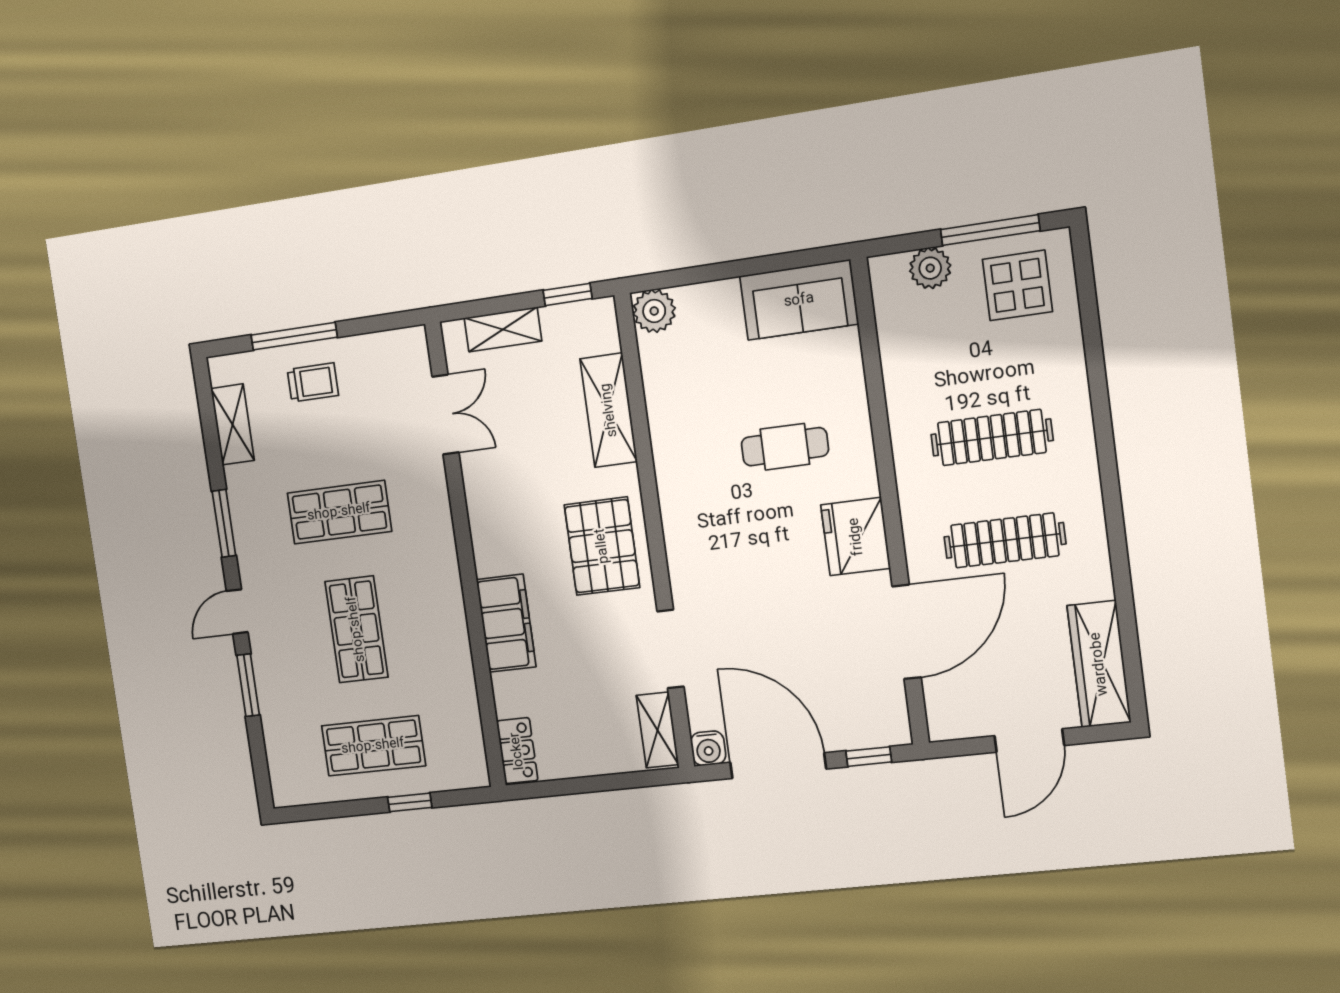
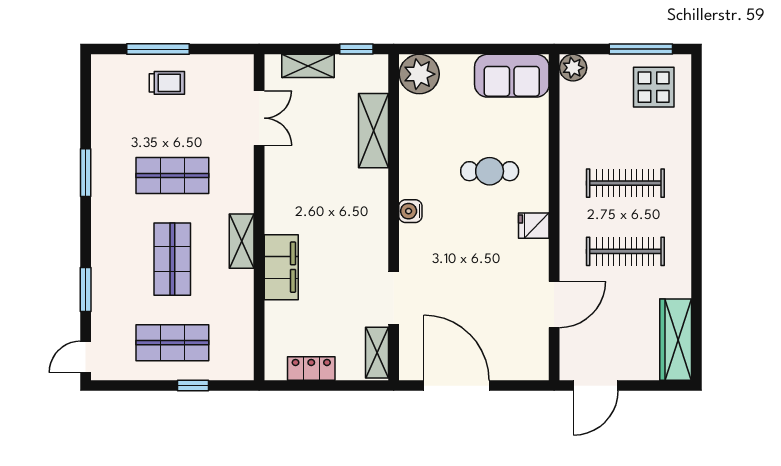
plant: (930, 268) -> (573, 68), moved
plant: (654, 311) -> (419, 74), width x1.36, depth x1.36
shelving: (233, 424) -> (242, 241), moved
fridge: (856, 537) -> (534, 226), width x0.53, depth x0.75
pallet: (602, 546) -> (356, 222), removed
door: (237, 612) -> (86, 357), moved
door: (907, 632) -> (554, 304), width x0.73
door: (1029, 741) -> (596, 386), moved
water cooler: (708, 748) -> (410, 211), moved, turned 90
locker: (517, 751) -> (311, 368), moved, turned -90
window: (869, 757) -> (518, 386), removed

